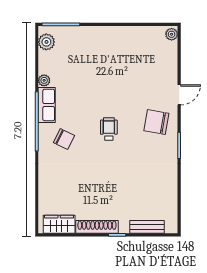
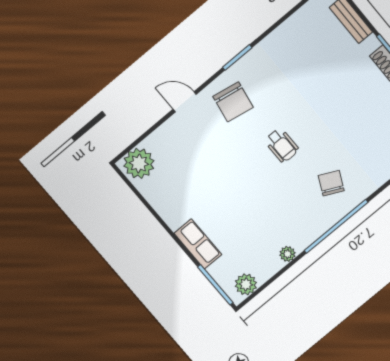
plant: (172, 34) -> (139, 163), width x1.87, depth x1.87
row of seats: (47, 105) -> (198, 244), moved, turned 90
wheelchair: (109, 129) -> (282, 145), turned -90

